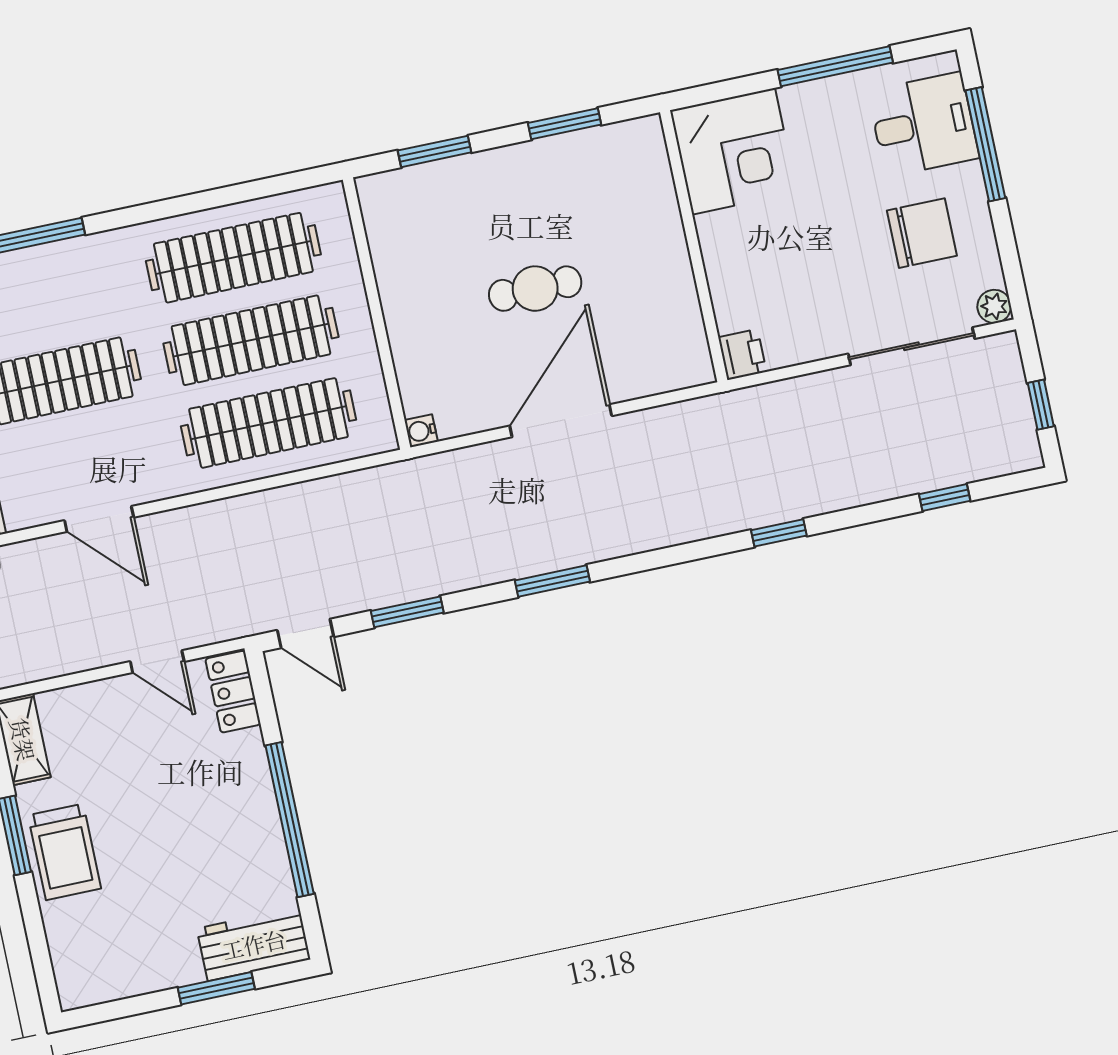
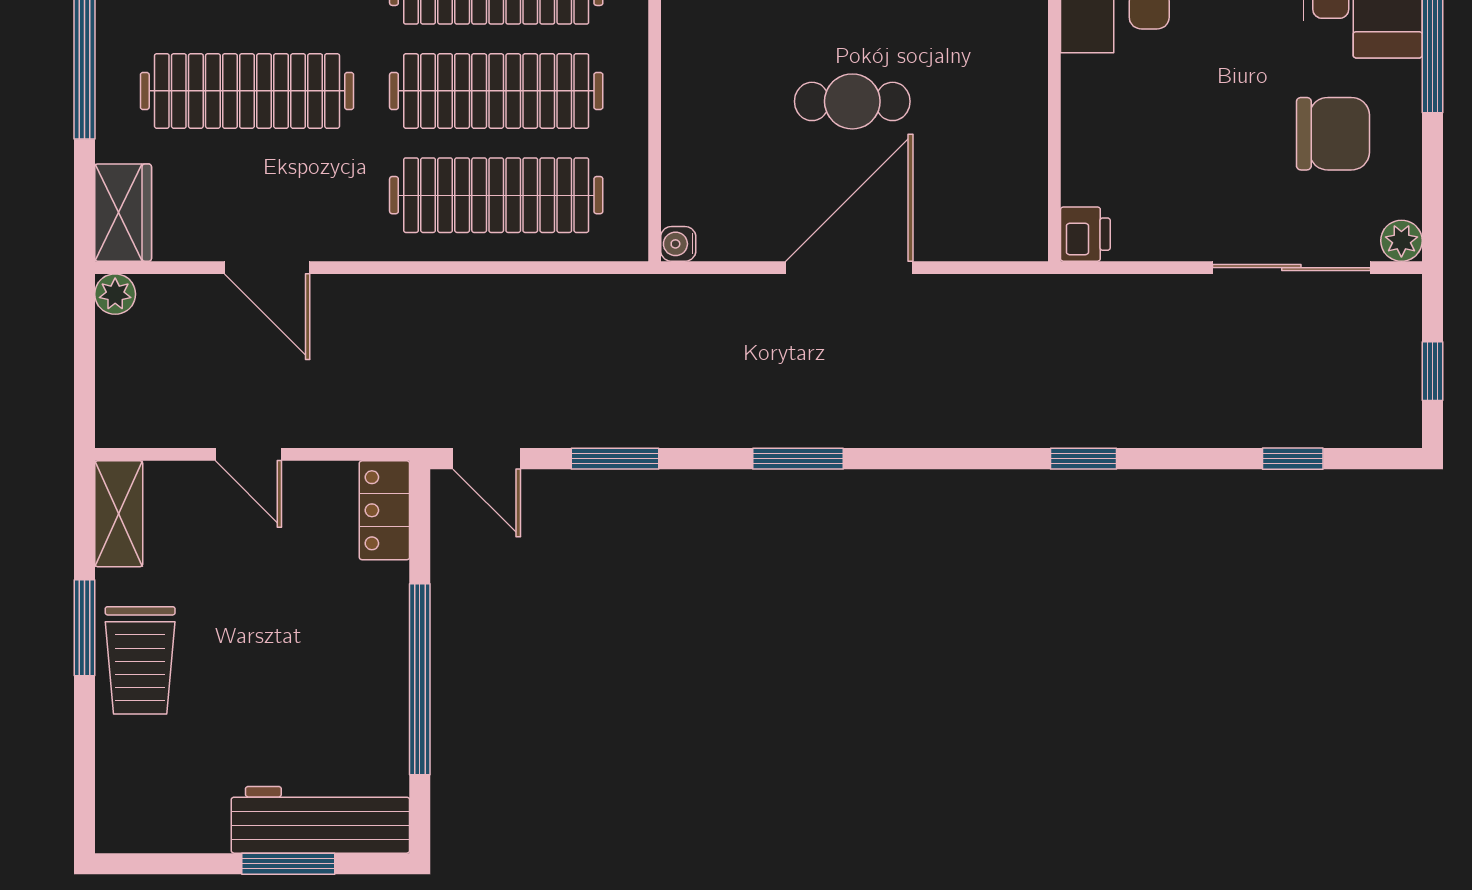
door: (157, 662) -> (249, 454), moved
workbench: (254, 944) -> (320, 820), width x1.37

